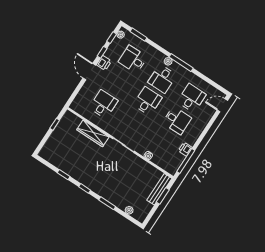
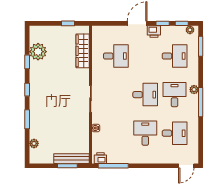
desk: (133, 59) -> (175, 56), turned 90
desk: (162, 79) -> (175, 95), turned 90
door: (222, 105) -> (186, 166), swing flipped
desk: (177, 120) -> (145, 133), turned 180
wardrobe: (93, 133) -> (83, 51), moved
printer: (185, 149) -> (100, 158), moved
plant: (61, 161) -> (38, 52), added

